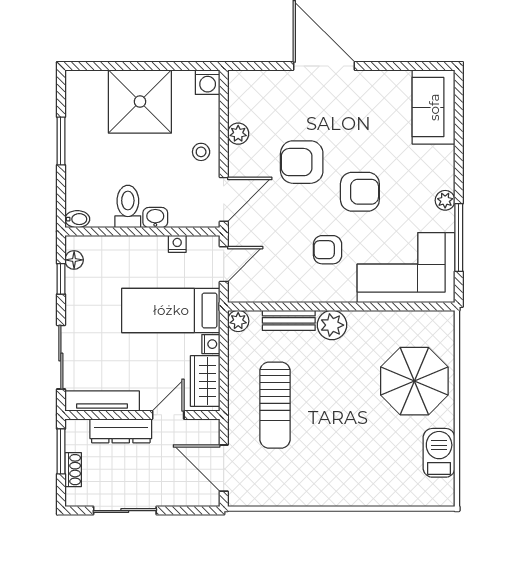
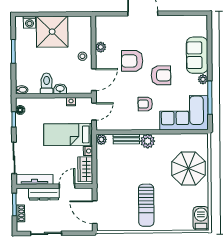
washing machine: (208, 82) -> (29, 22), moved
sofa: (434, 107) -> (197, 55), moved
sun lounger: (275, 405) -> (146, 205), moved
barbecue: (439, 453) -> (201, 218), moved

